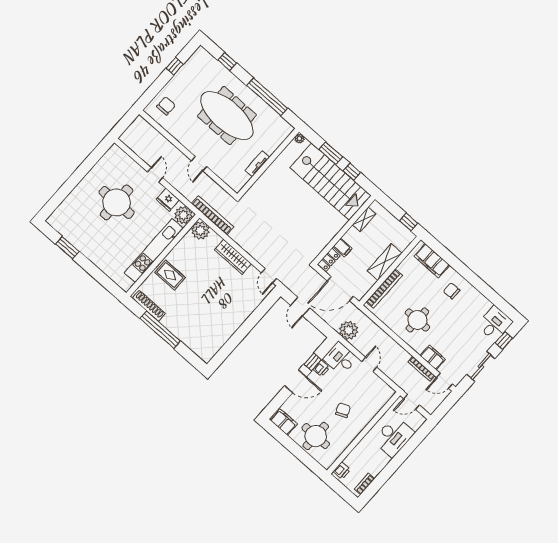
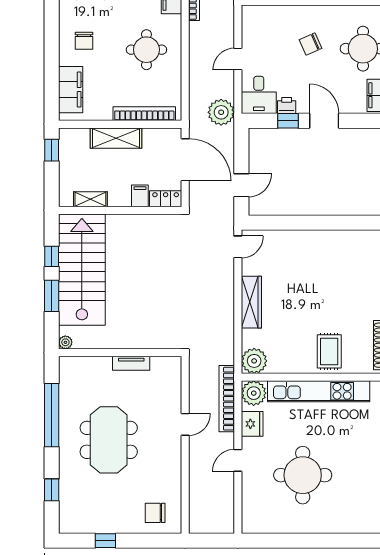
meeting table: (227, 116) -> (109, 440), width x0.73
bookcase: (213, 215) -> (227, 399), moved

